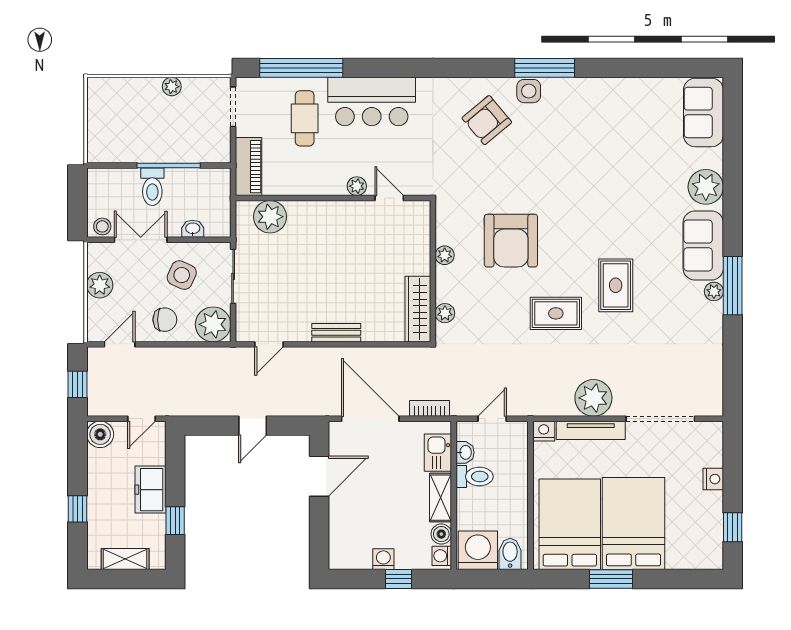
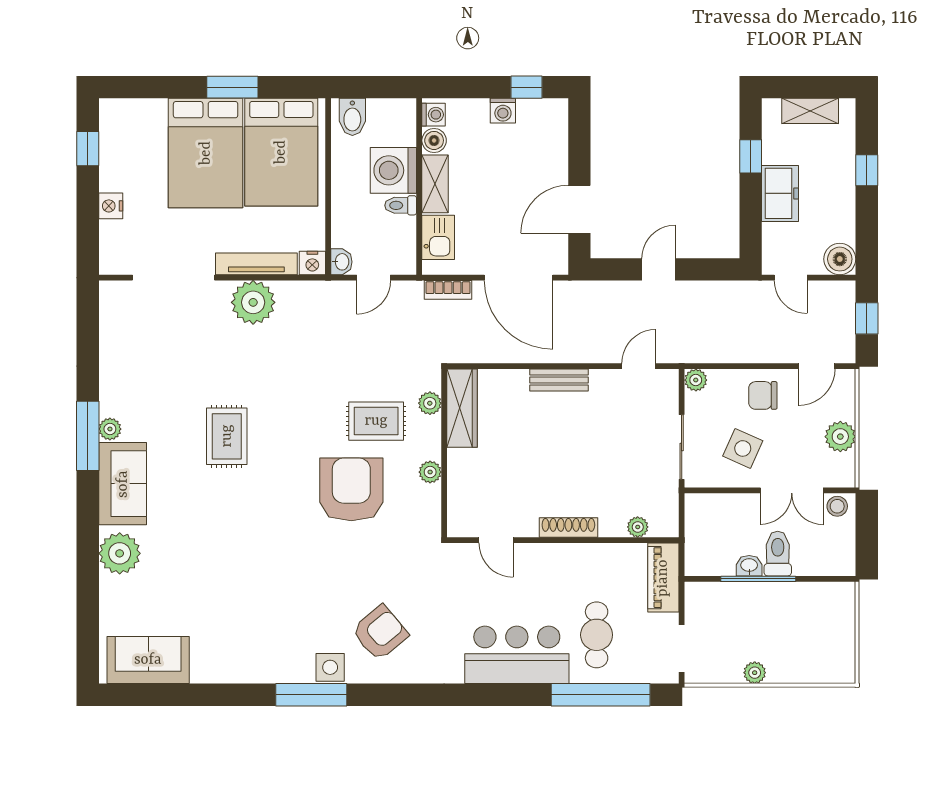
sofa: (703, 112) -> (148, 660), moved, turned -90
plant: (357, 186) -> (535, 554), removed
shoe rack: (328, 209) -> (568, 527), added
plant: (270, 217) -> (638, 527), width x0.53, depth x0.53
washbasin: (193, 229) -> (749, 566), moved, turned 180
rug: (556, 313) -> (376, 421), moved
plant: (213, 324) -> (696, 380), width x0.53, depth x0.53
door: (141, 419) -> (791, 278), swing flipped
washbasin: (465, 452) -> (341, 262), moved, turned 180
toilet: (475, 476) -> (401, 205), width x0.73, depth x0.72
washing machine: (478, 550) -> (393, 170), moved, turned 90
window: (398, 579) -> (527, 87), moved

